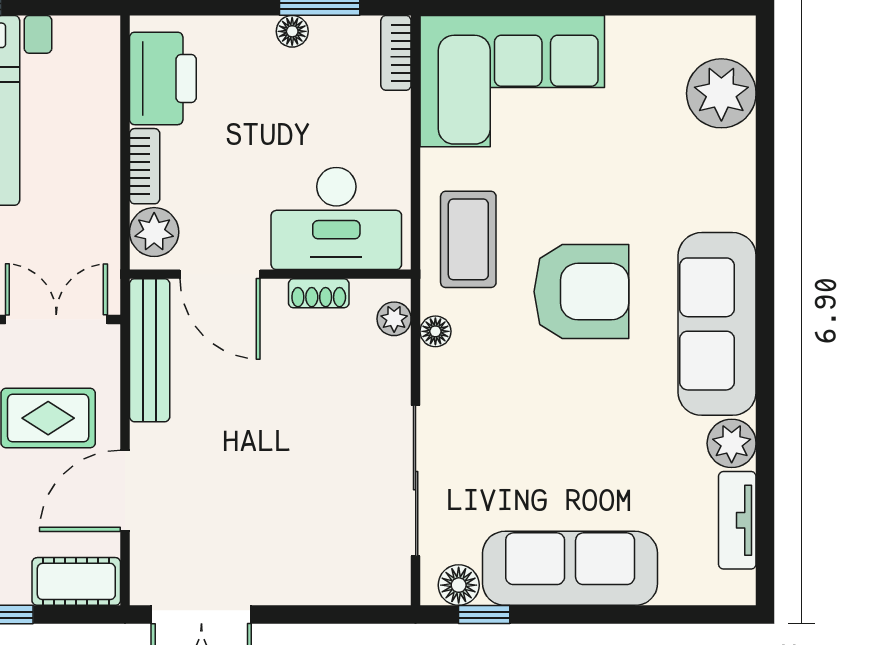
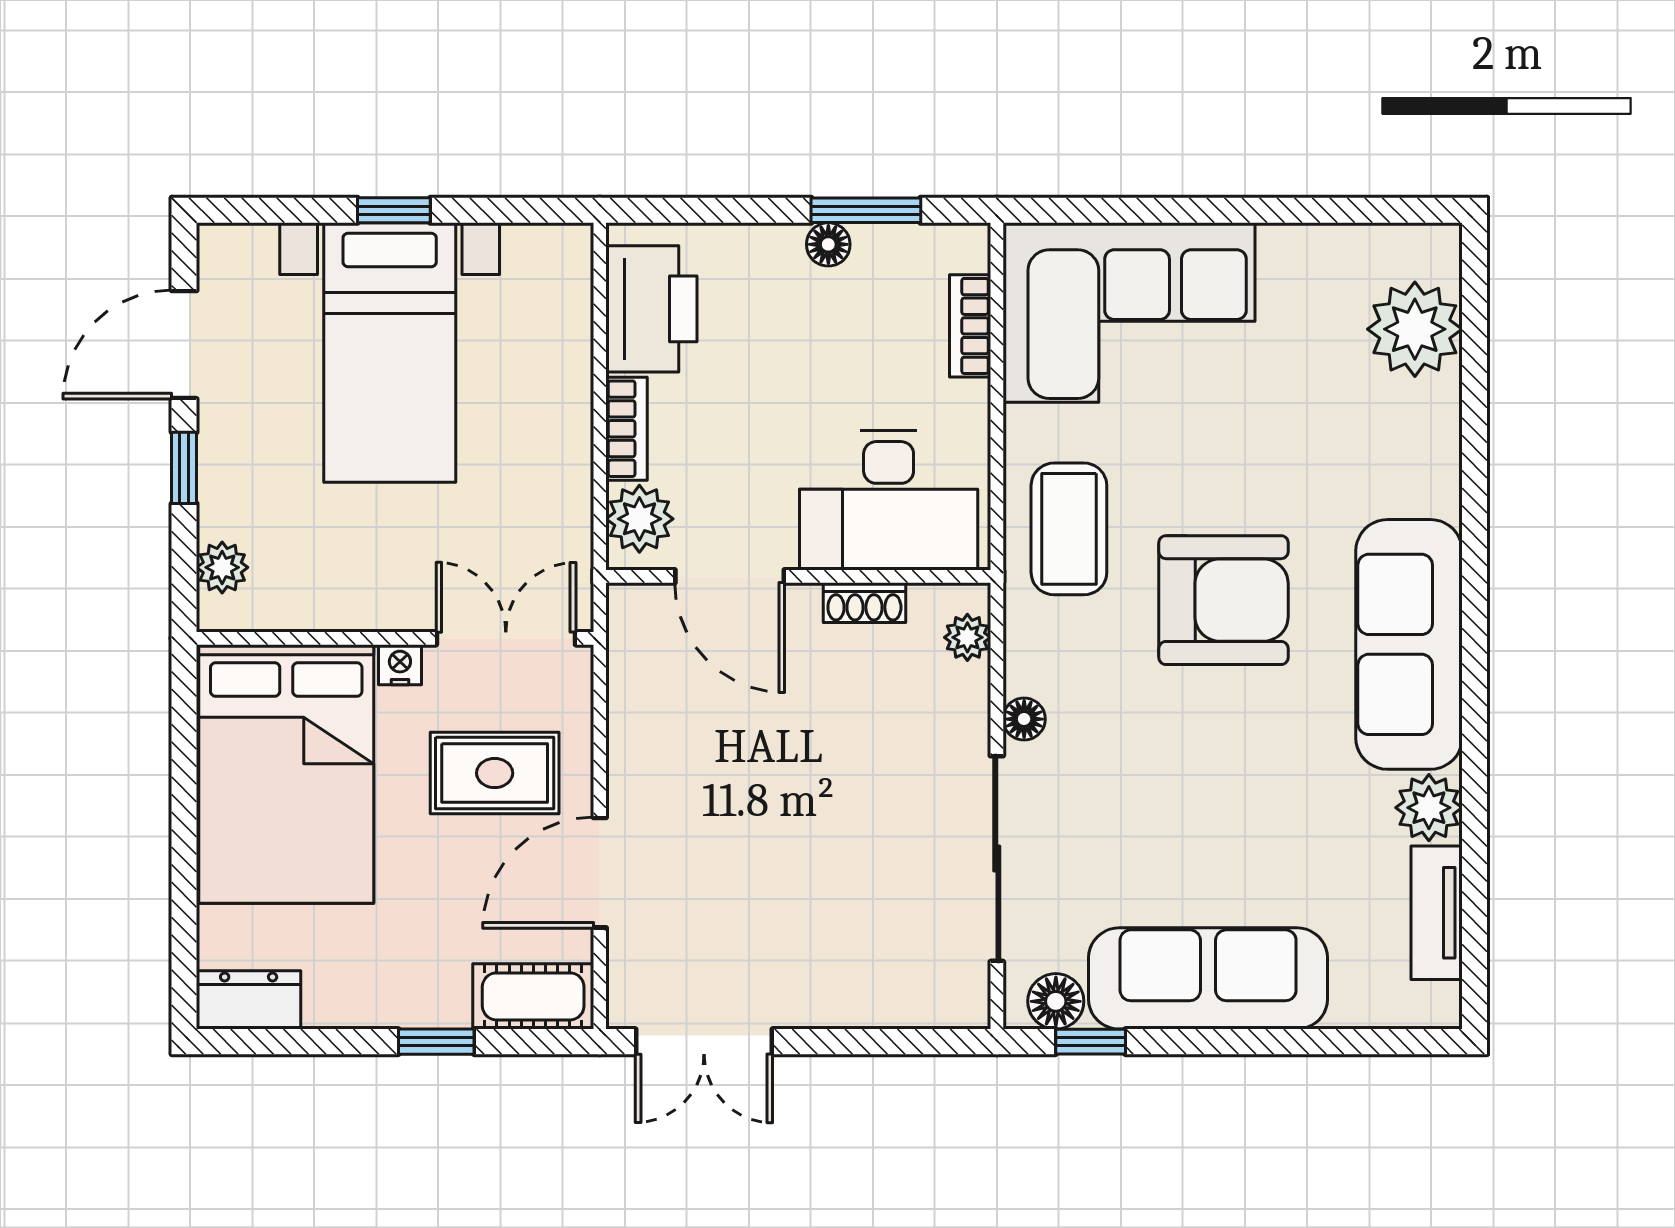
bookcase: (396, 53) -> (970, 326), moved
floor lamp: (435, 331) -> (1024, 719), moved
bench: (150, 350) -> (633, 680), removed

